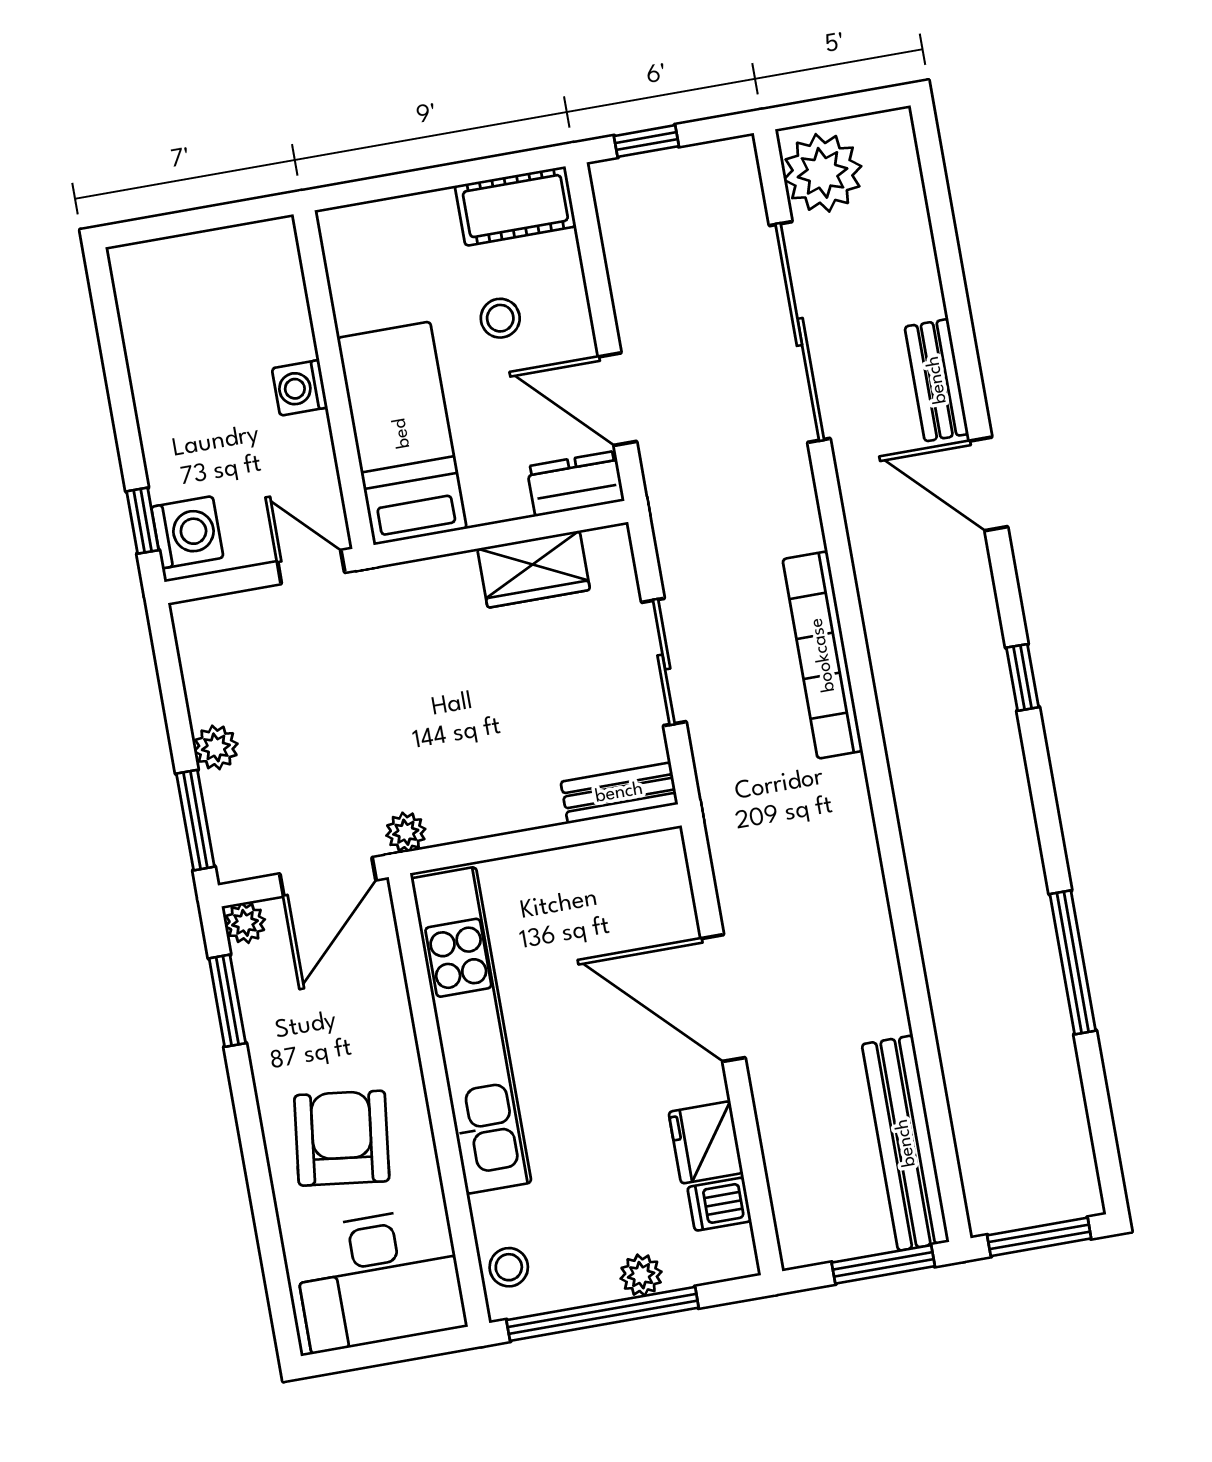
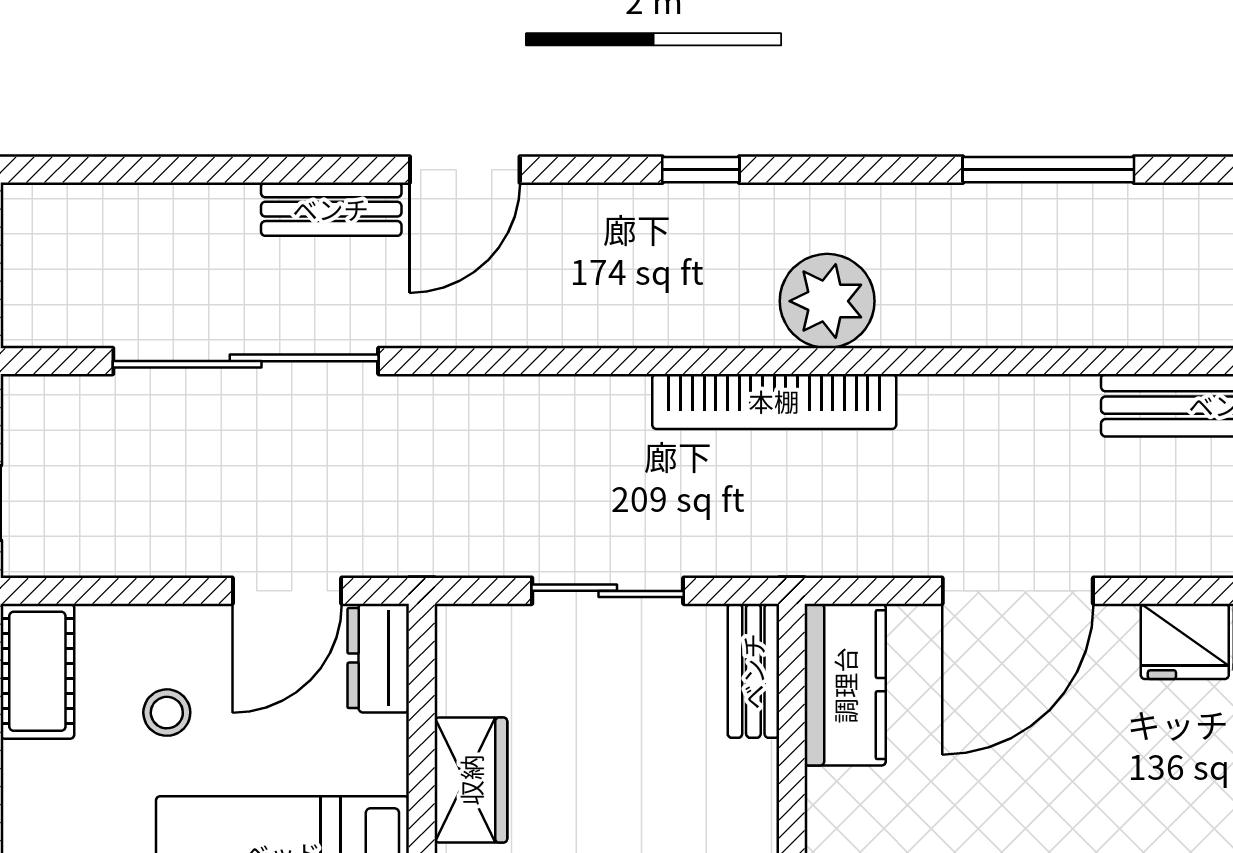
plant: (822, 173) -> (827, 301), moved
wardrobe: (534, 569) -> (471, 780), moved
bookcase: (823, 655) -> (774, 401), moved
kitchen counter: (621, 870) -> (845, 685), added

